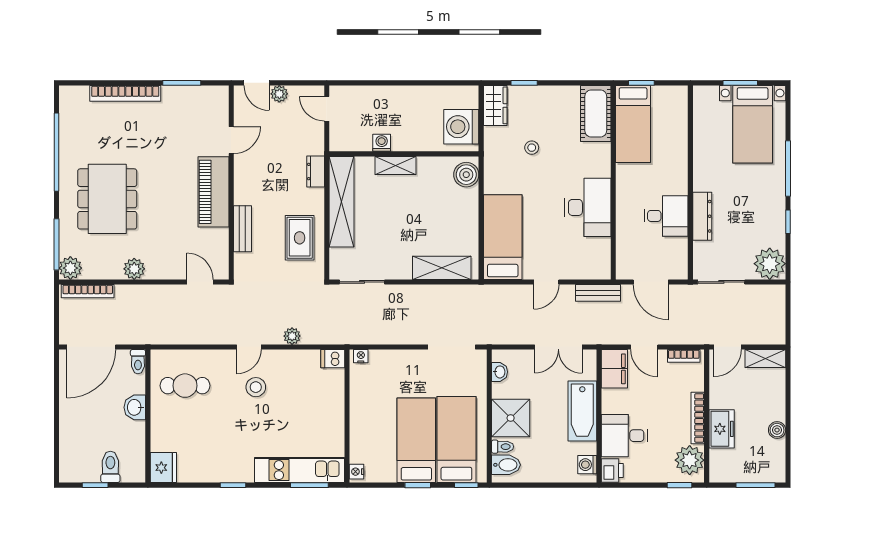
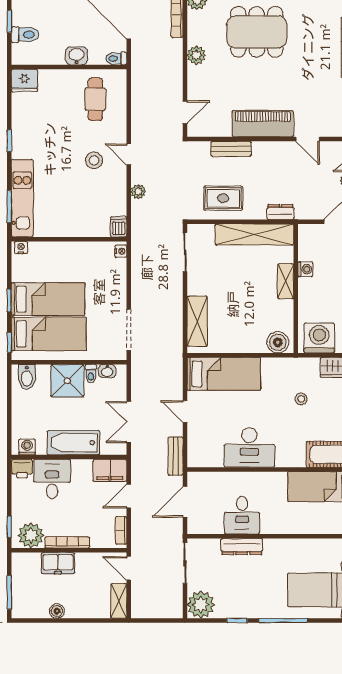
toilet: (503, 447) -> (91, 374), moved

